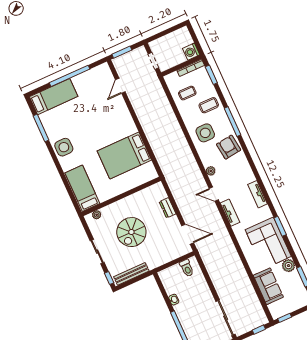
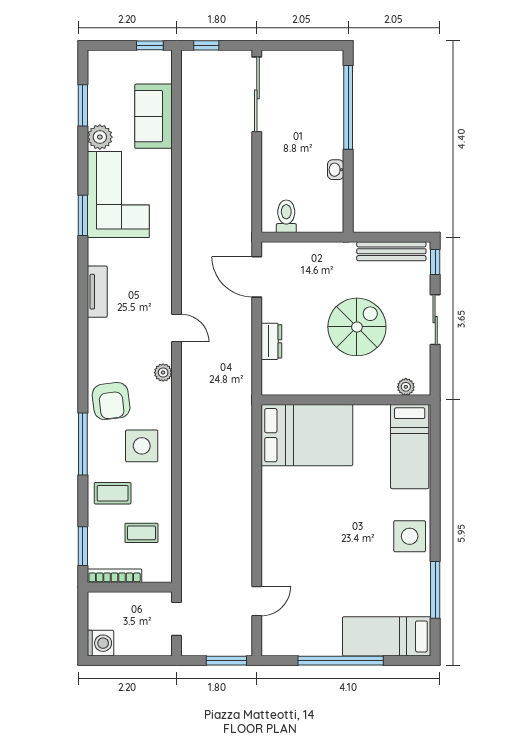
washing machine: (191, 52) -> (100, 643), moved
bed: (124, 156) -> (307, 435), moved
tv unit: (230, 213) -> (162, 281), removed

